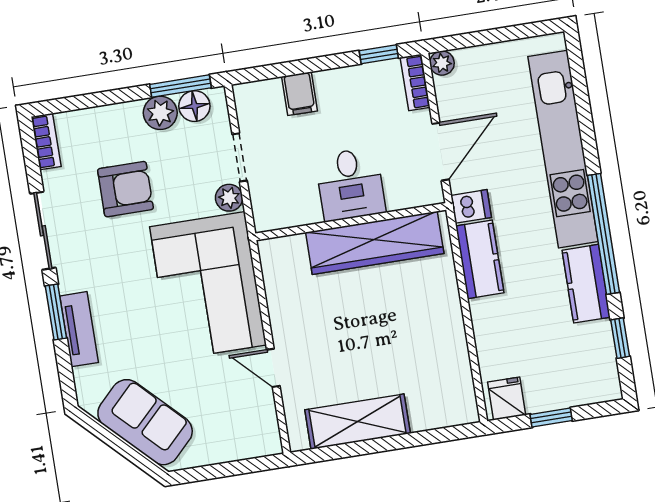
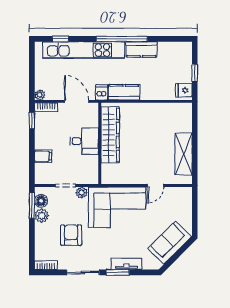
window: (620, 338) -> (61, 39), moved

